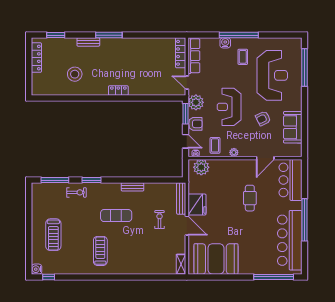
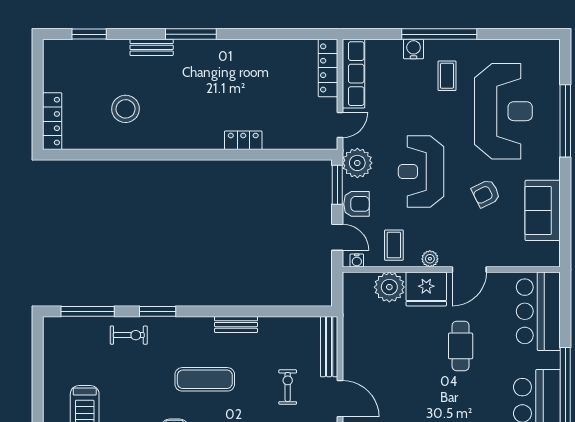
locker: (36, 58) -> (52, 121), moved
window: (305, 68) -> (565, 121), moved
door: (187, 83) -> (340, 125), swing flipped
locker: (118, 91) -> (243, 140), moved
door: (265, 158) -> (469, 269), moved
plant: (201, 167) -> (389, 287), moved
fridge: (197, 205) -> (426, 289), moved, turned 90

